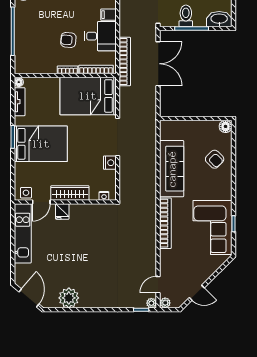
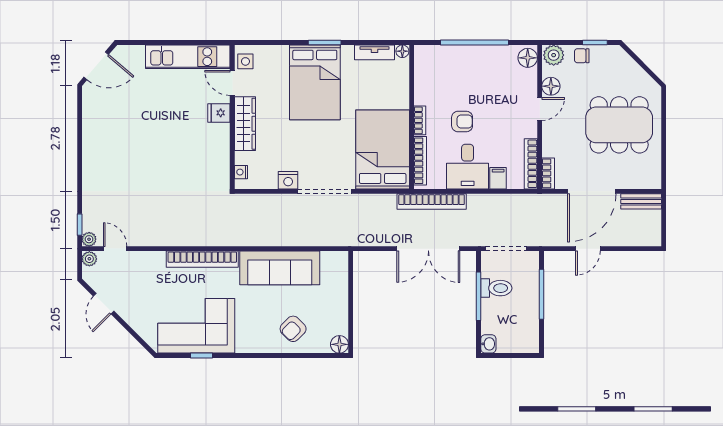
washbasin: (219, 19) -> (488, 344), width x0.52, depth x0.69
armchair: (68, 40) -> (462, 121), turned 85
plant: (69, 298) -> (96, 122), removed

